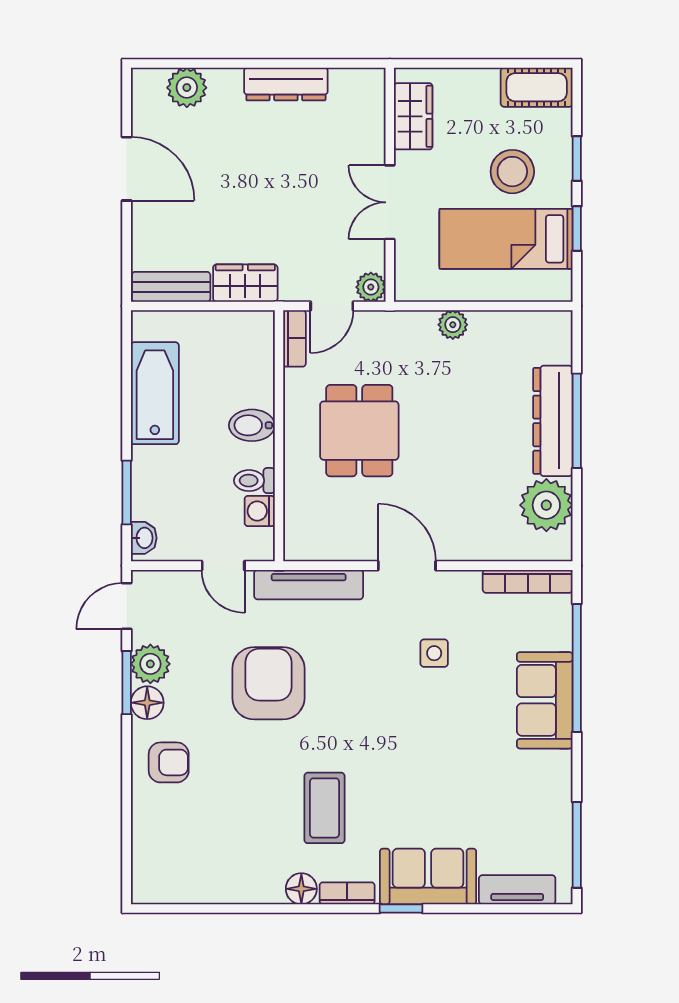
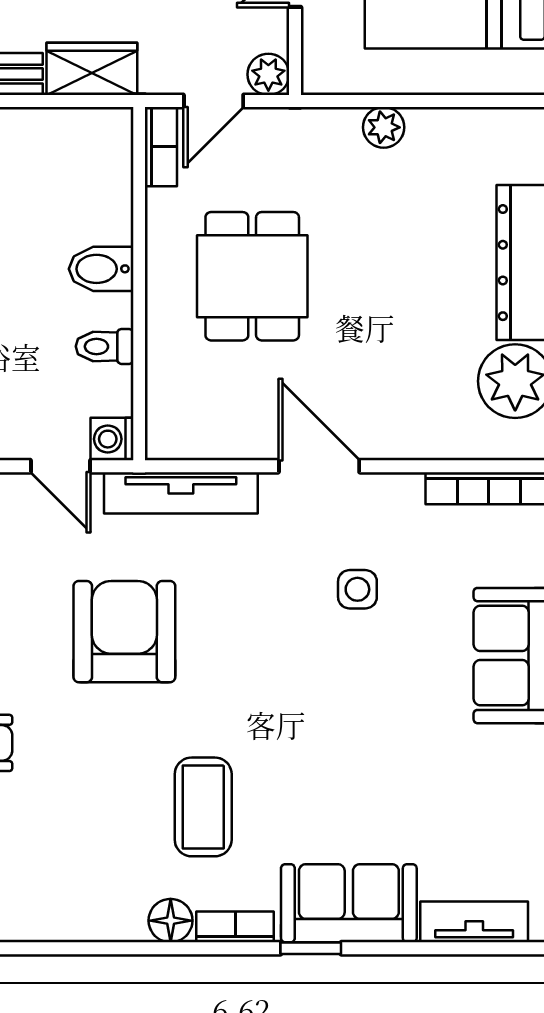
washing machine: (260, 511) -> (112, 439), moved

